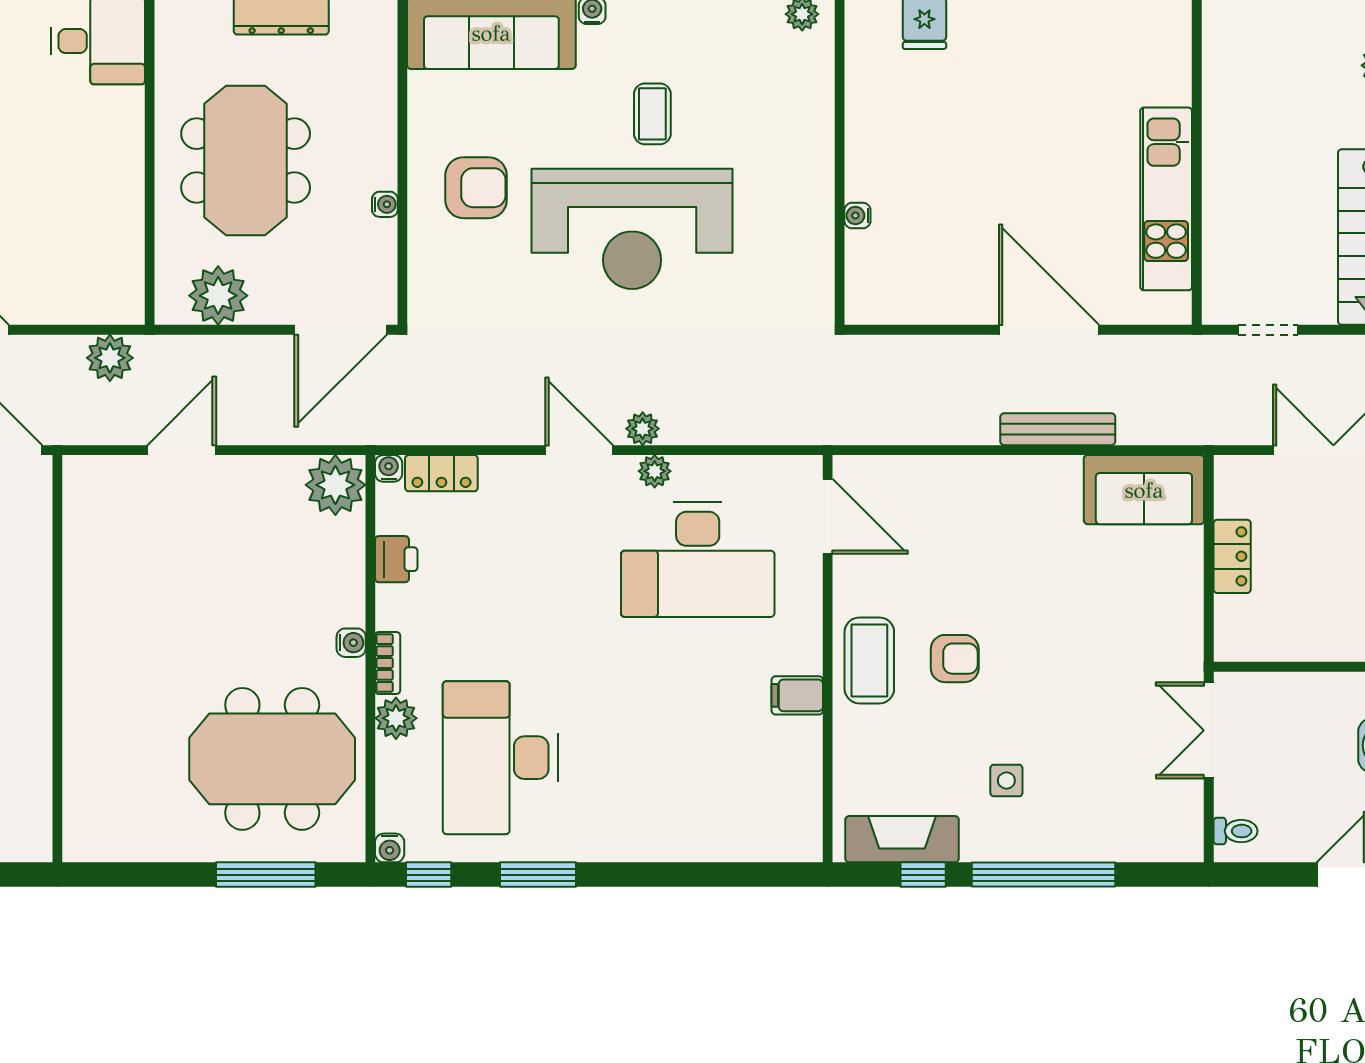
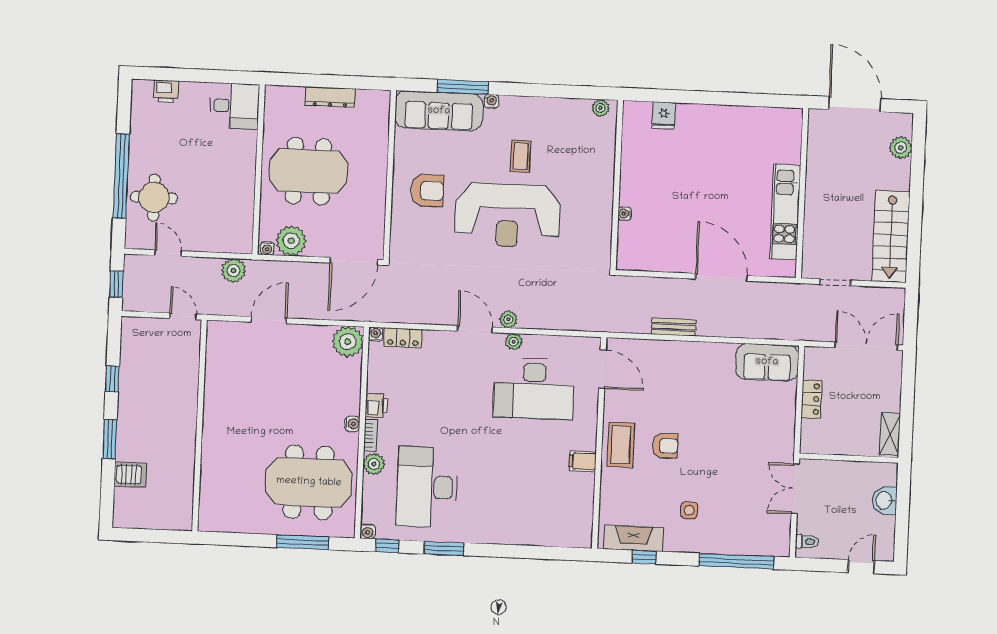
meeting table: (246, 161) -> (308, 171), turned 90
water cooler: (385, 204) -> (267, 248), moved, turned 90
bench: (1058, 429) -> (674, 327), moved, width x0.73
printer: (396, 559) -> (376, 406), moved
window: (1044, 875) -> (736, 561), moved

